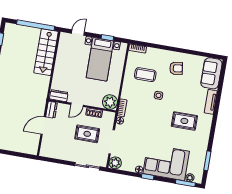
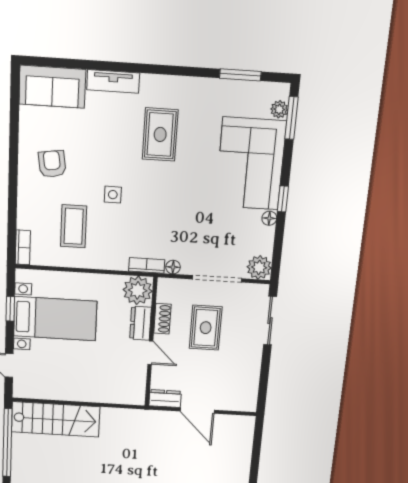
dresser: (59, 96) -> (141, 323), moved

